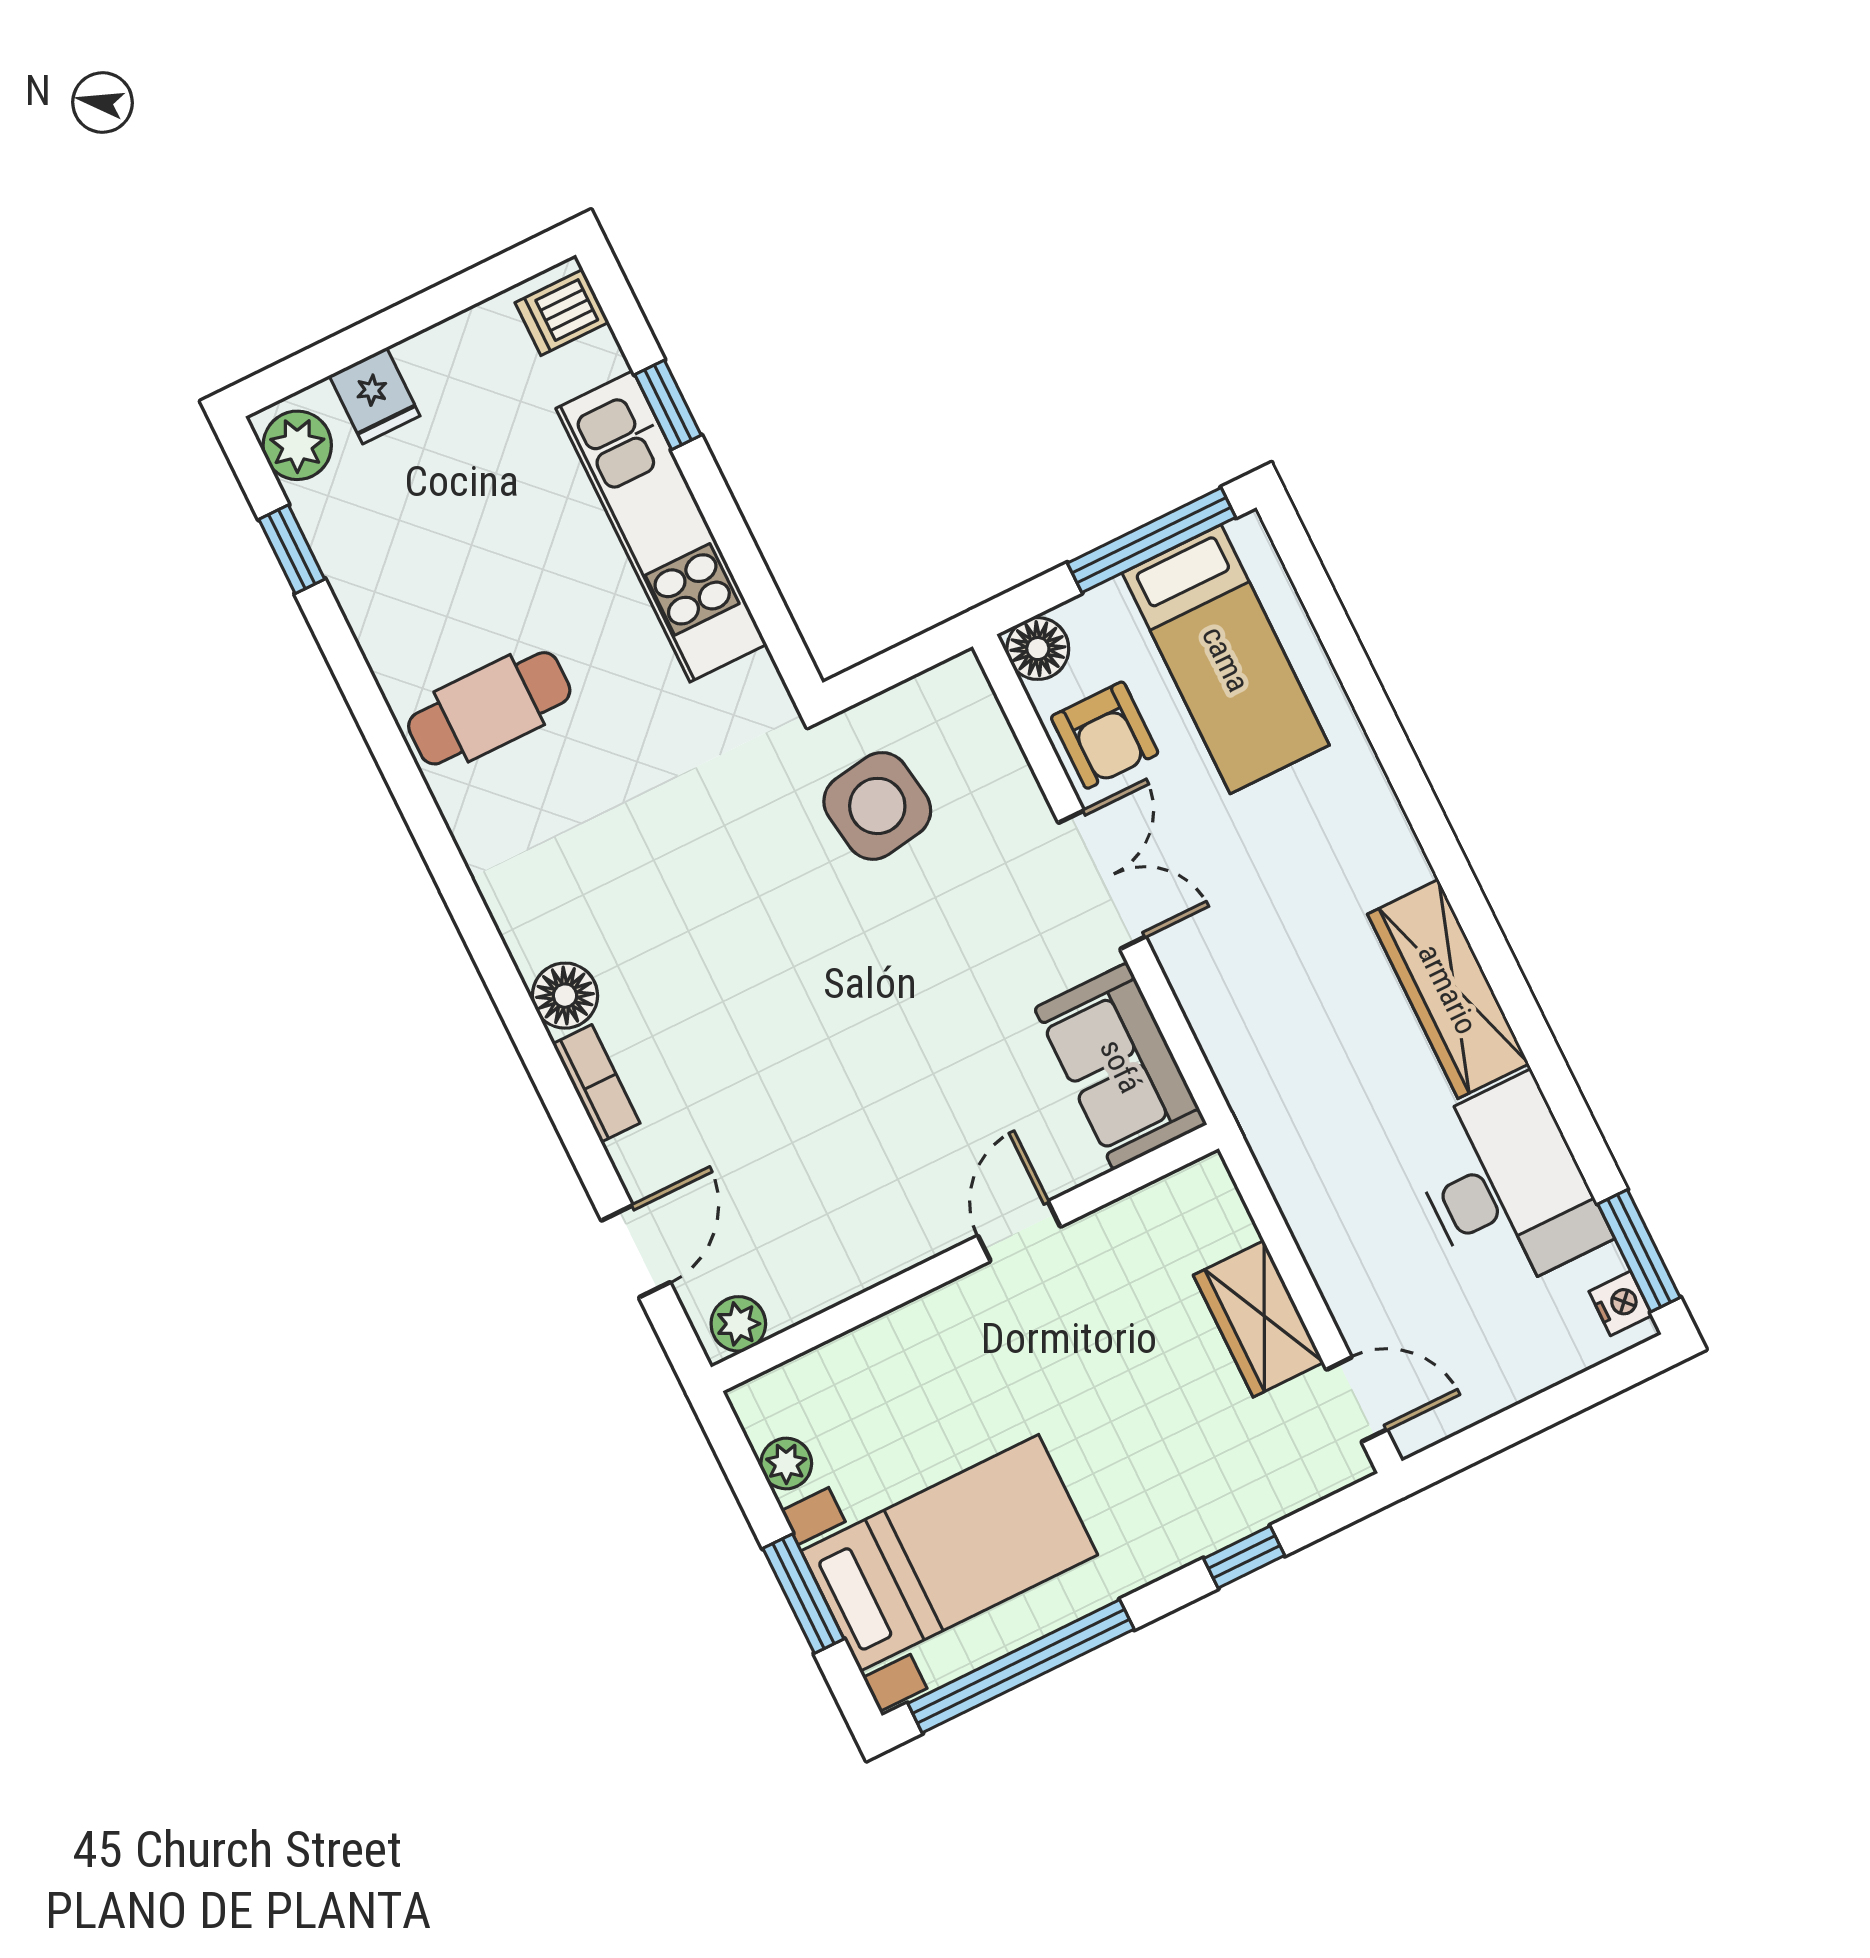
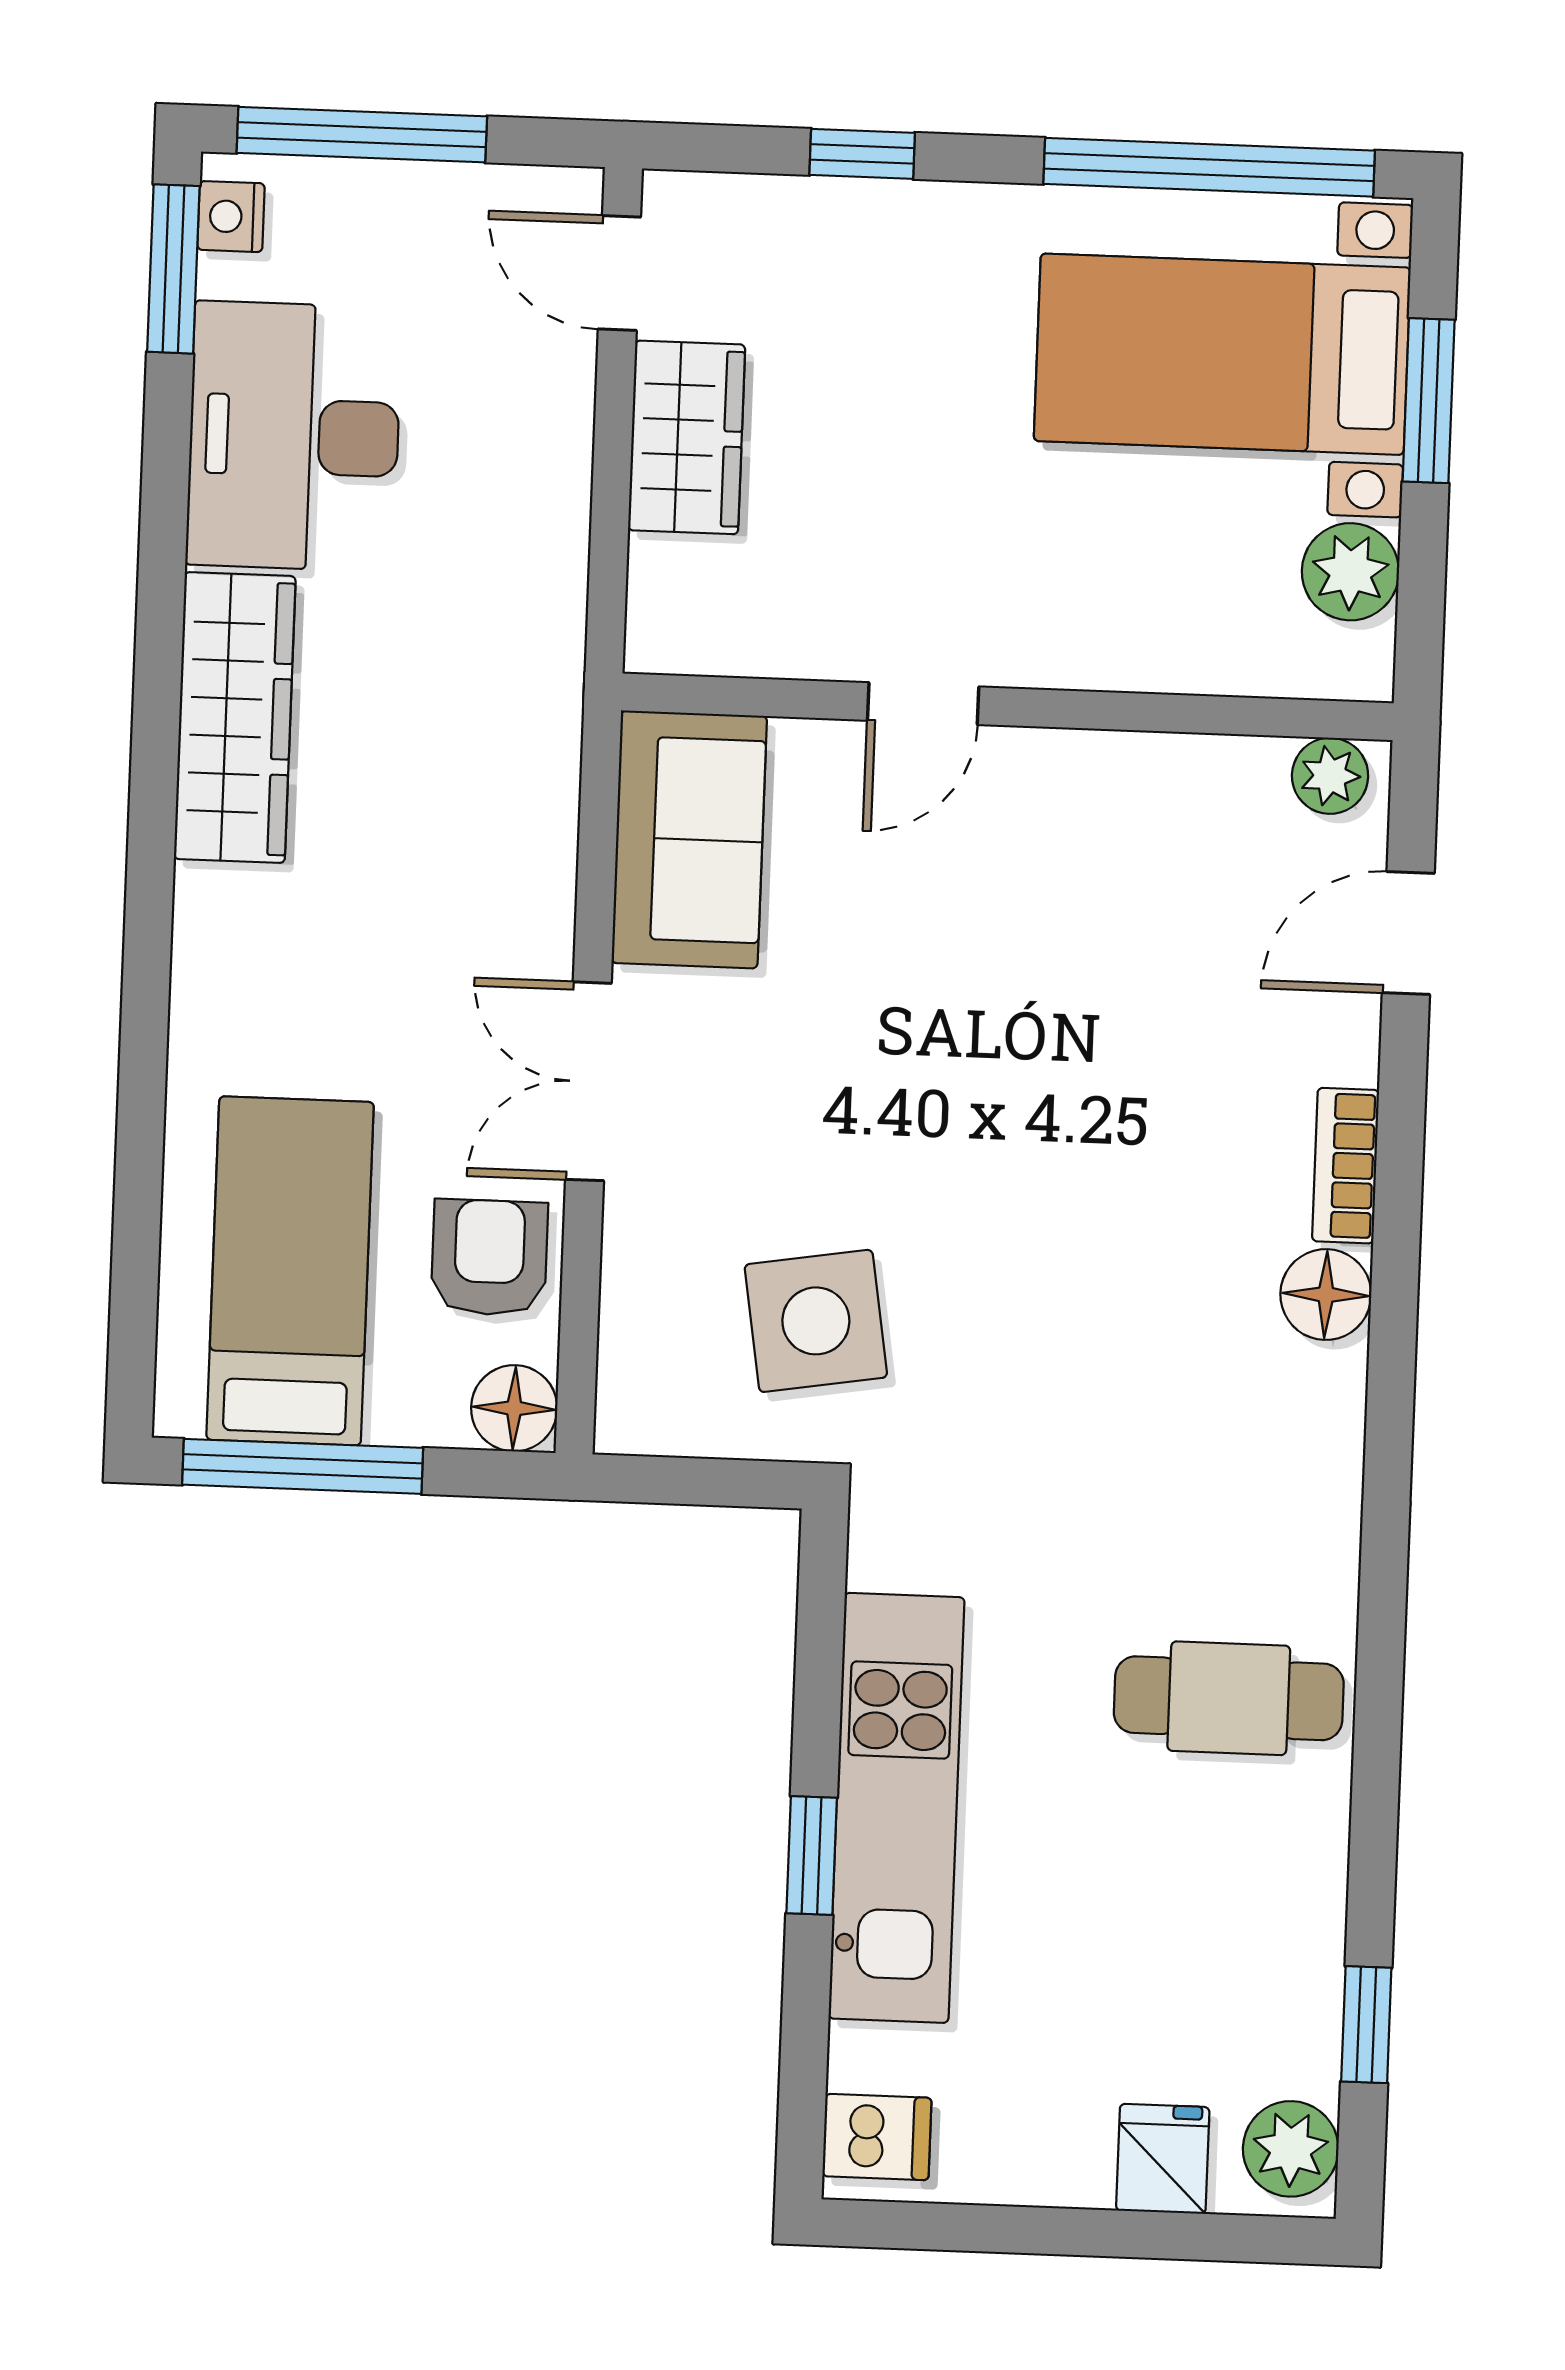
window: (668, 405) -> (812, 1856), moved
window: (1566, 1399) -> (362, 135), added
plant: (786, 1464) -> (1350, 572), width x1.38, depth x1.38

